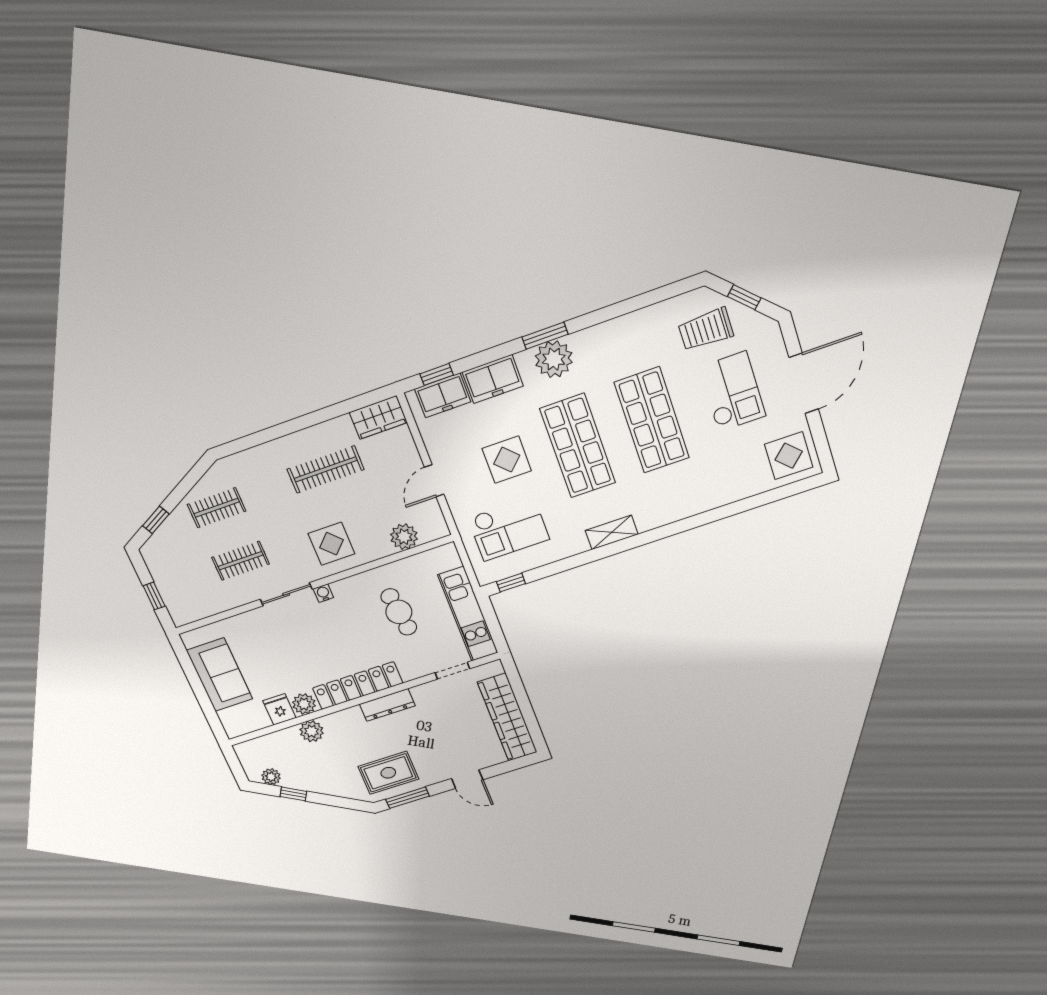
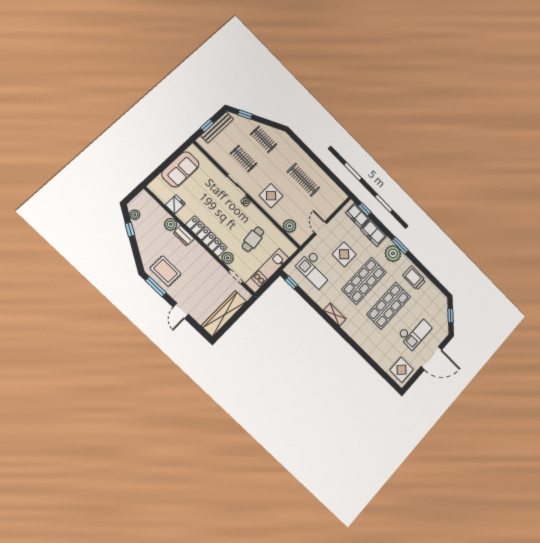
trolley: (706, 329) -> (414, 278), moved
wardrobe: (378, 417) -> (336, 193), removed
door: (434, 481) -> (321, 228), hinge flipped
bench: (164, 580) -> (217, 127), added
plant: (304, 704) -> (228, 258), moved
dresser: (387, 705) -> (184, 236), moved, width x0.70

